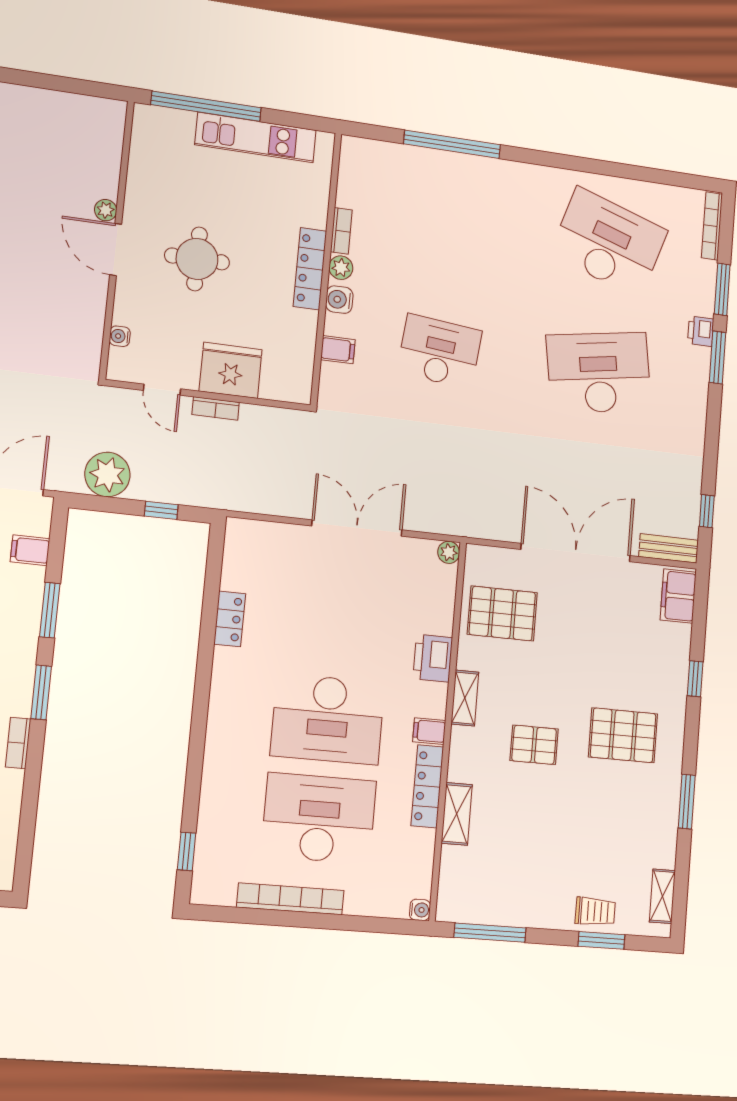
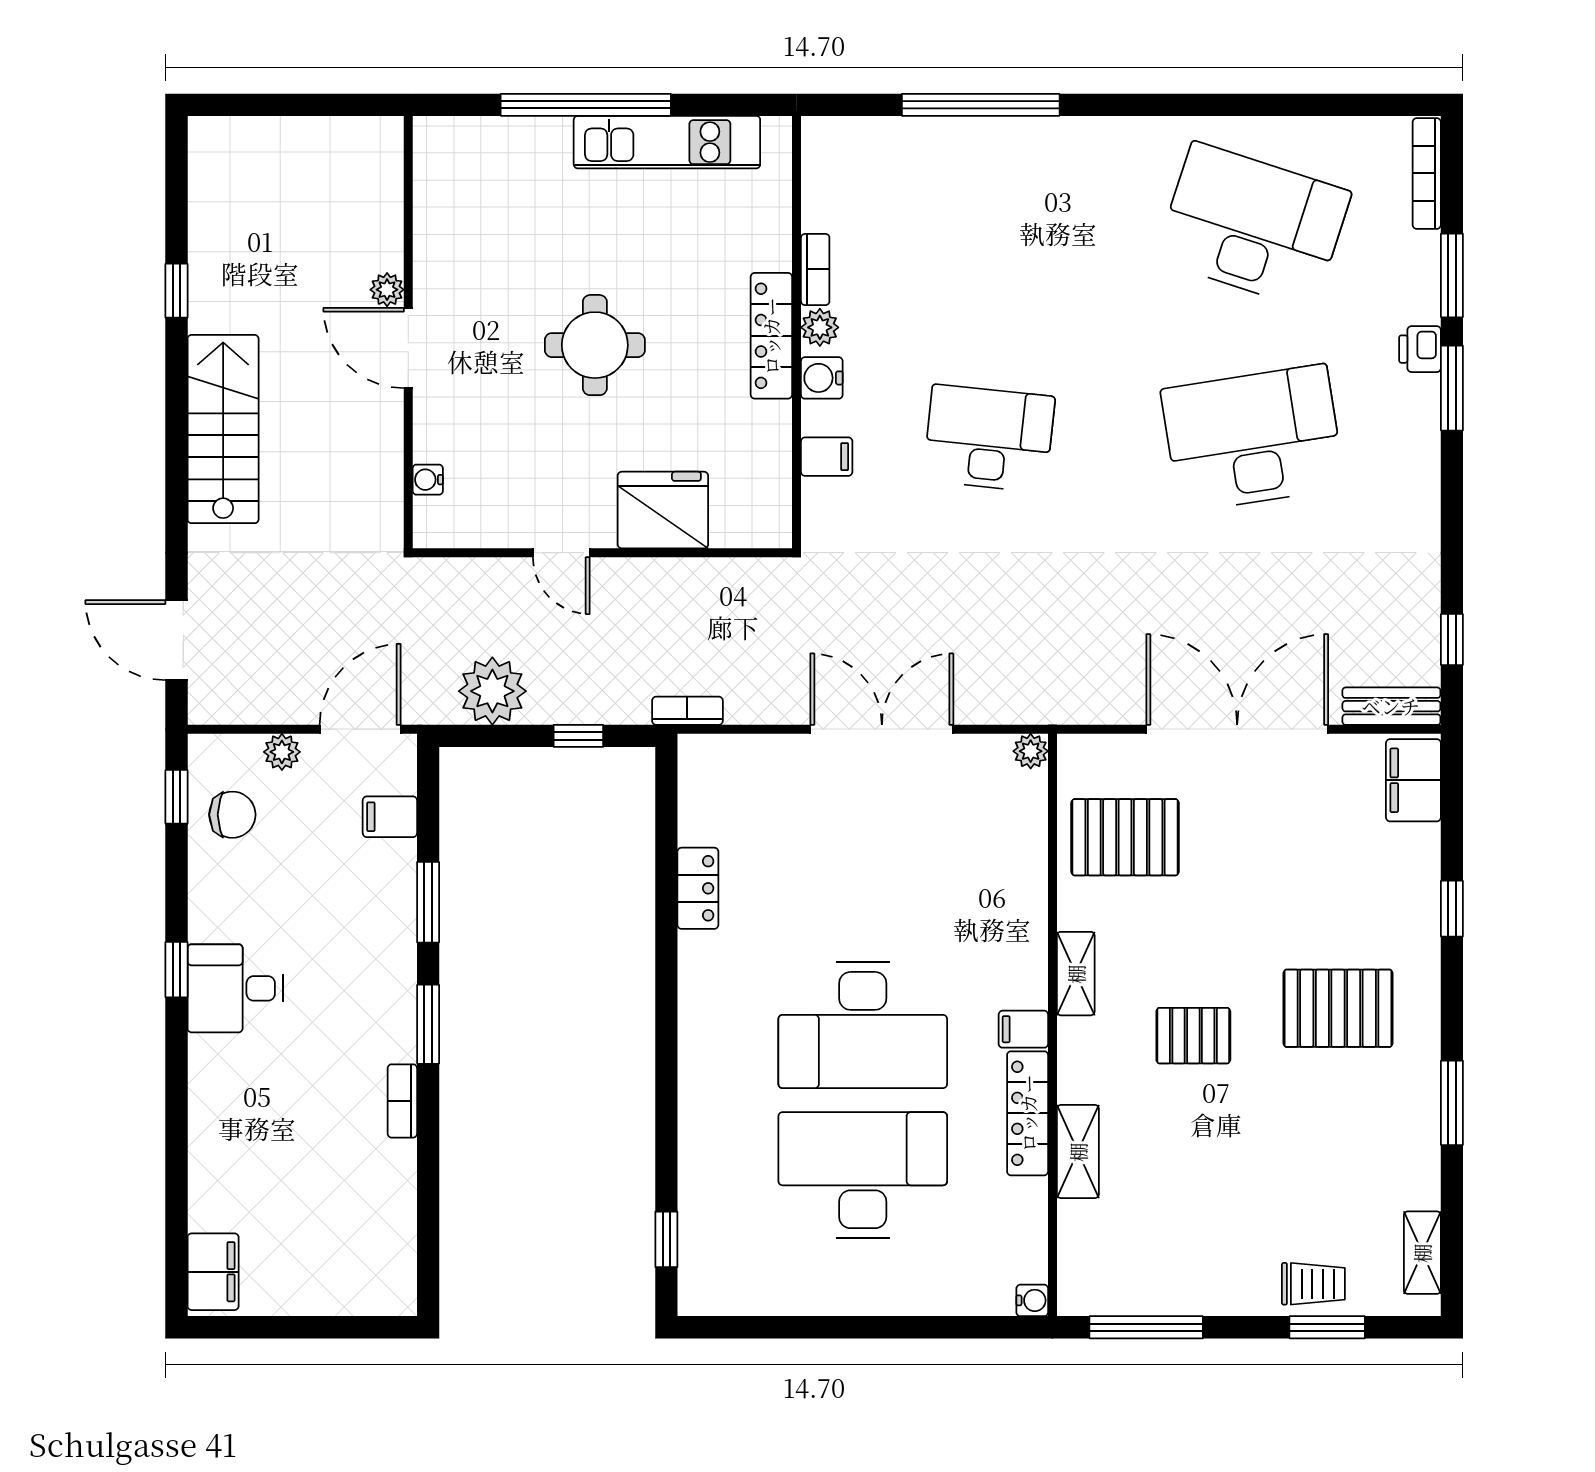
plant: (106, 210) -> (387, 290), moved
wall: (117, 239) -> (408, 332), moved
door: (116, 250) -> (408, 348), moved
water cooler: (120, 336) -> (428, 480), moved
bookcase: (216, 408) -> (687, 711), moved, turned 180
printer: (433, 658) -> (1019, 917), removed
bookcase: (290, 899) -> (830, 1298), removed

